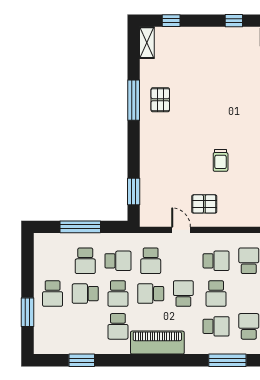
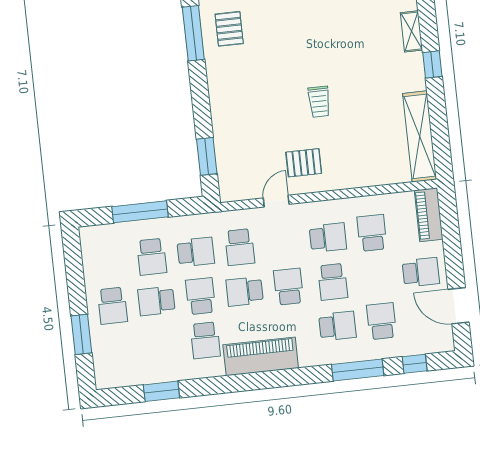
door: (181, 230) -> (276, 201), hinge flipped
school desk: (118, 294) -> (201, 296), turned 180

